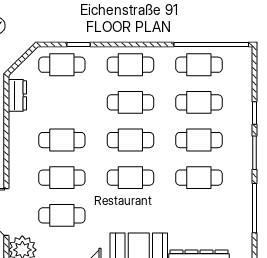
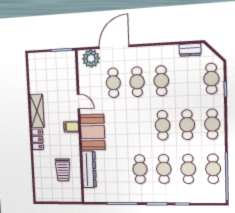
cafe table: (130, 178) -> (138, 126), removed

